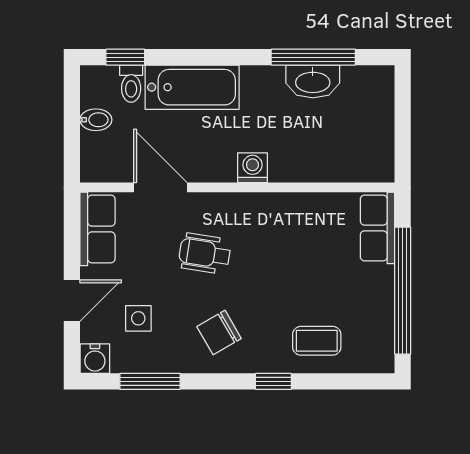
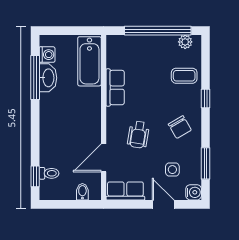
bathtub: (192, 87) -> (89, 61), moved, turned 180
bidet: (96, 120) -> (82, 192), moved
washing machine: (252, 168) -> (47, 55), moved, turned 180
row of seats: (378, 228) -> (115, 88), moved, turned -90
coffee table: (317, 341) -> (184, 76), turned 90
plant: (381, 343) -> (185, 42), added

